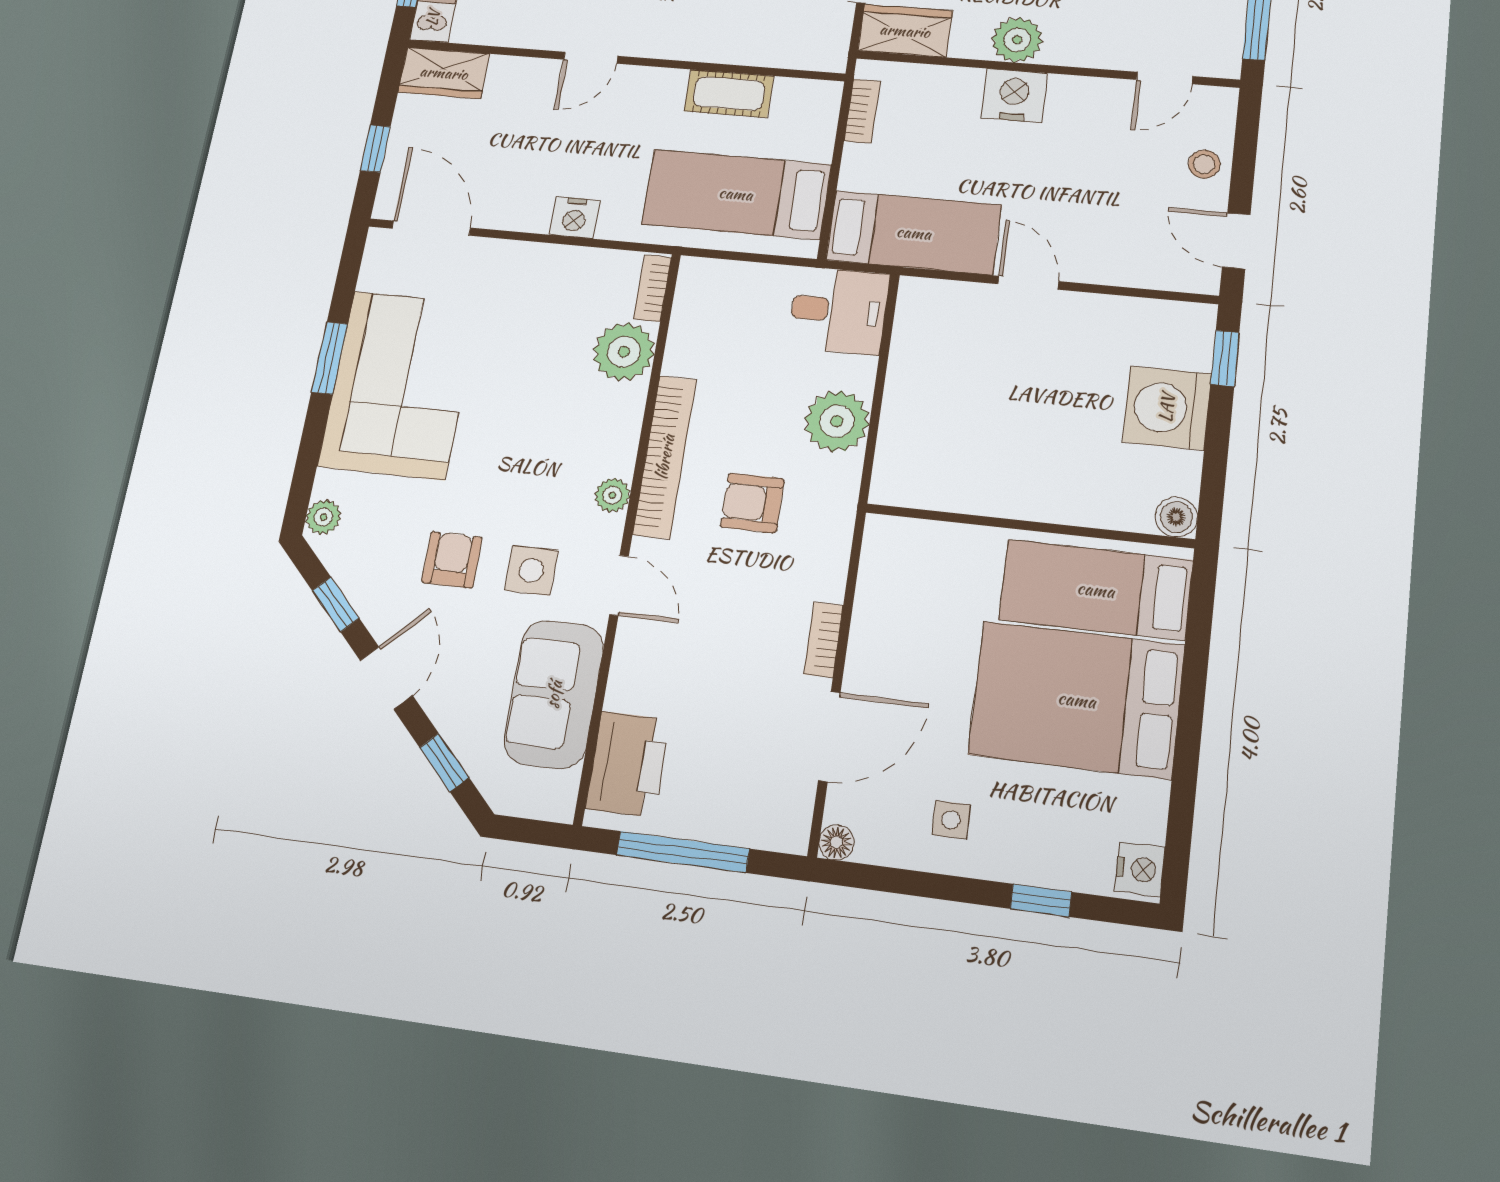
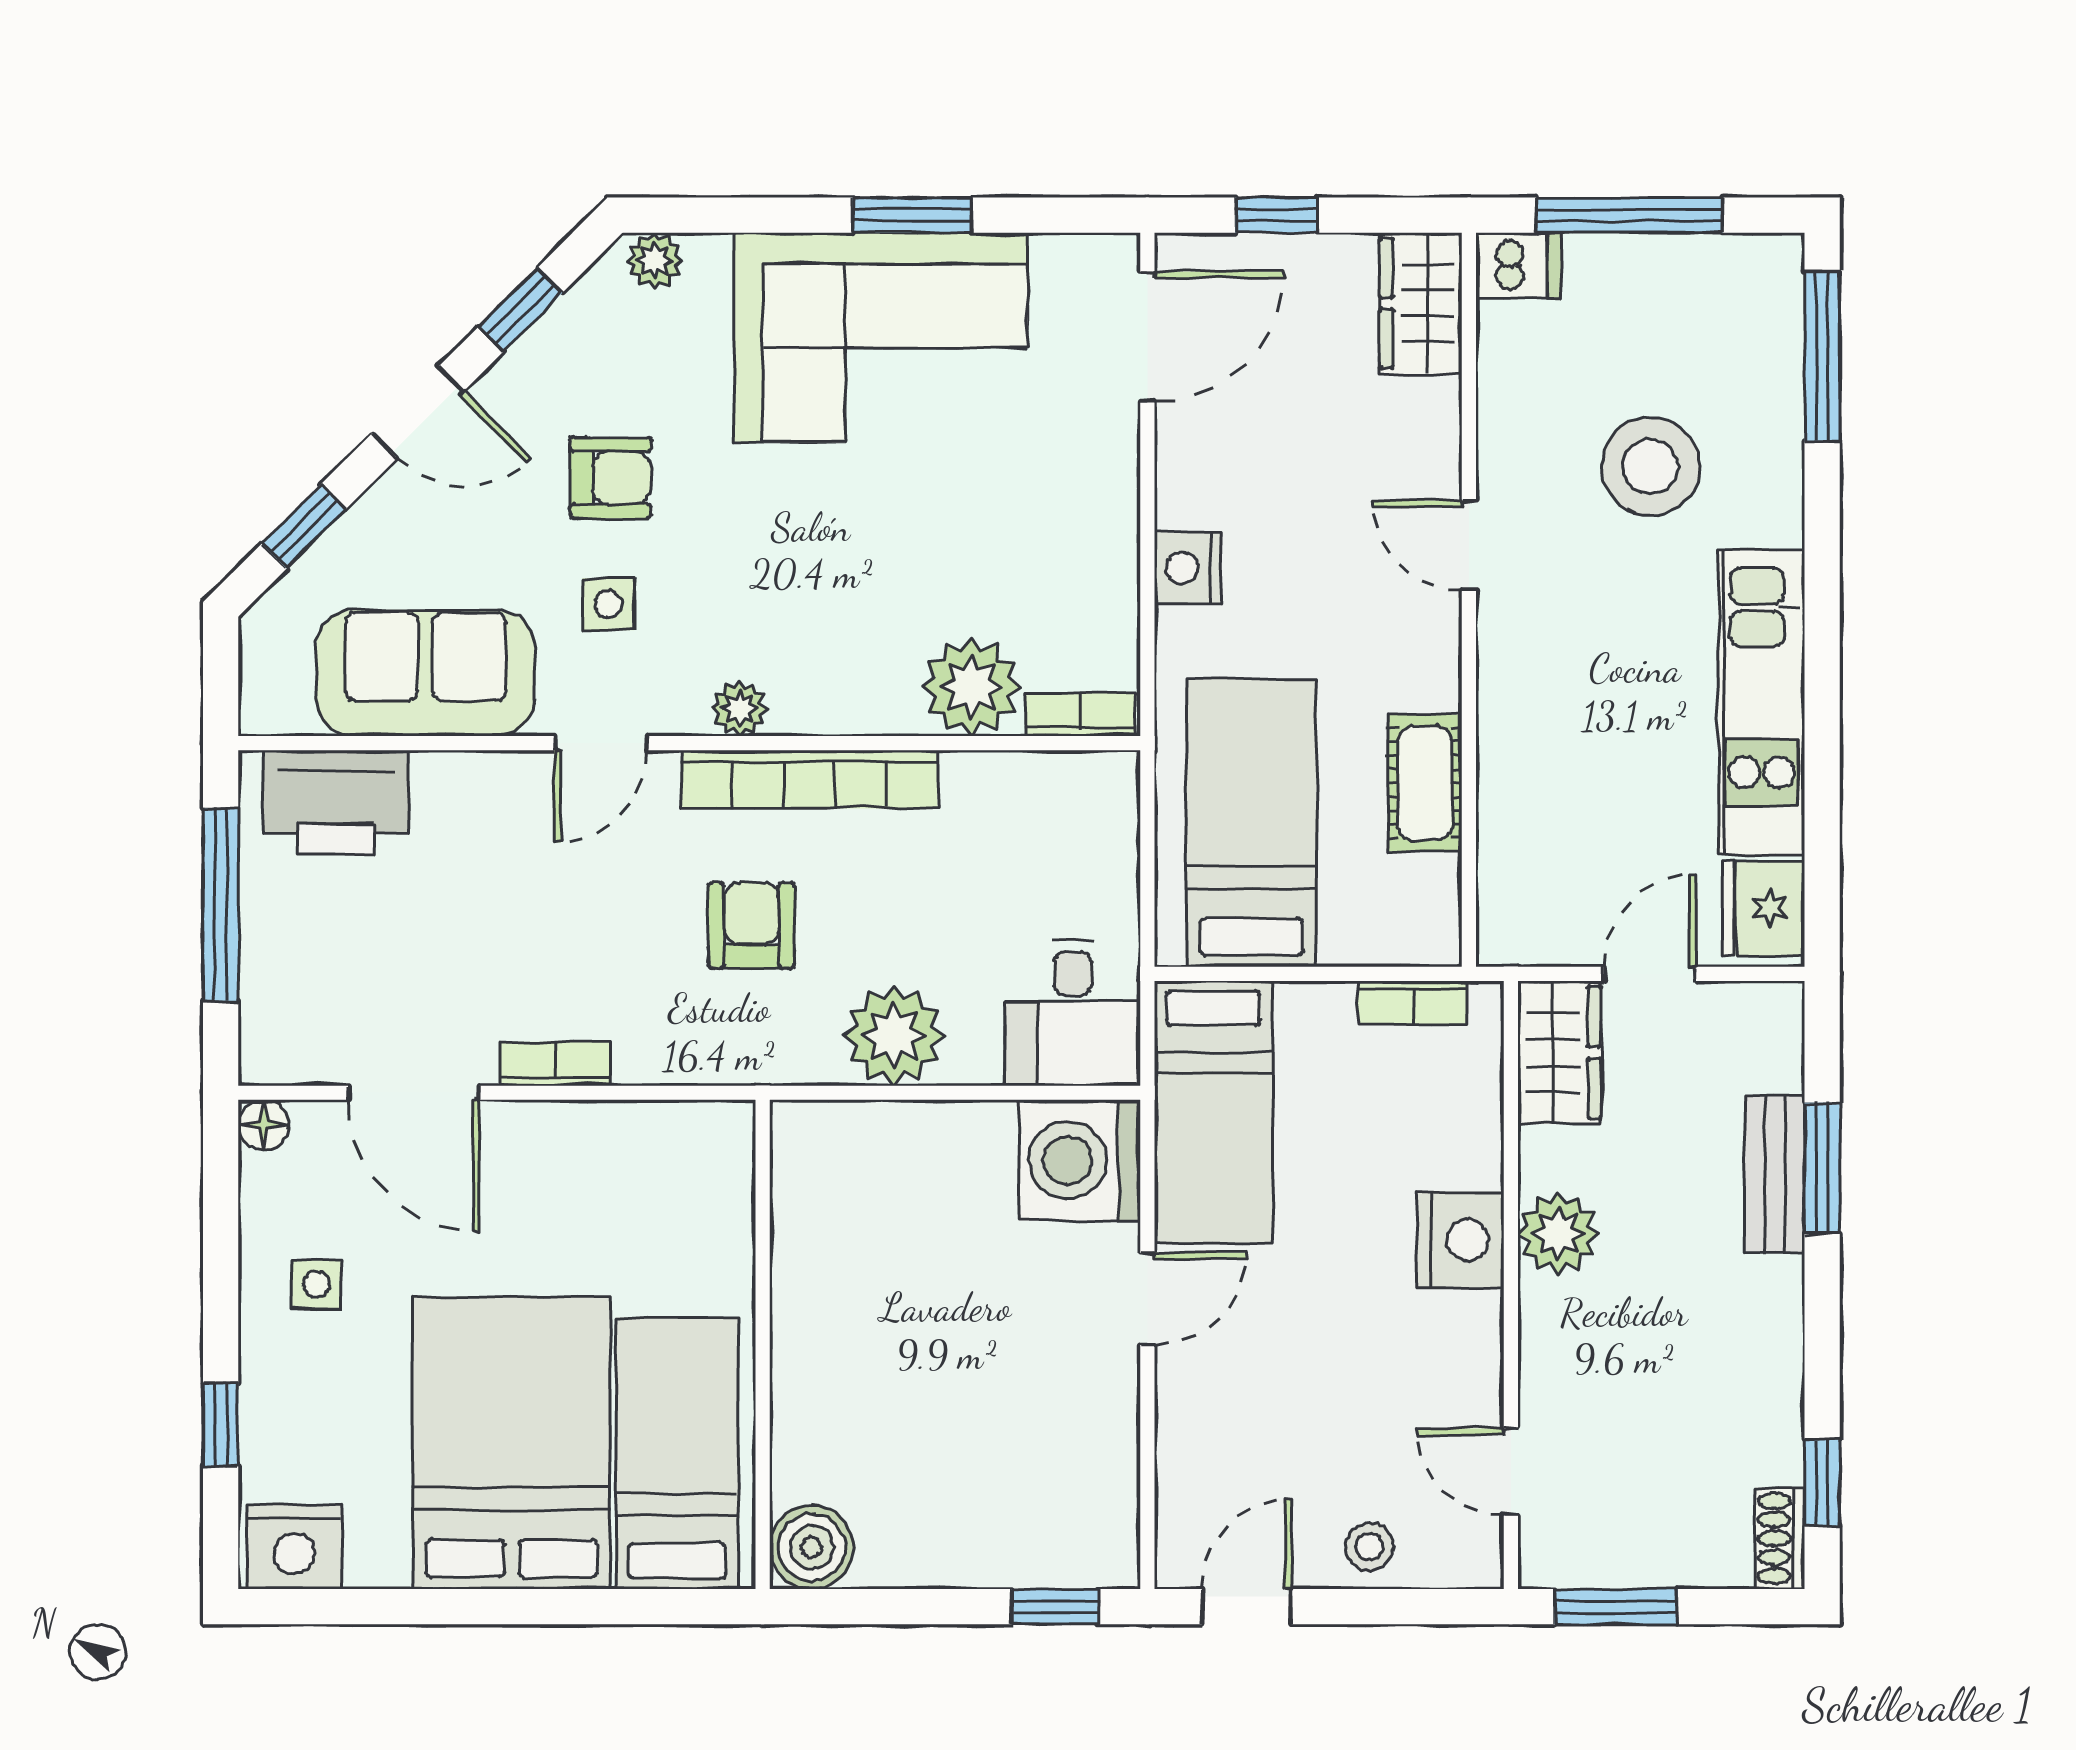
washing machine: (1167, 408) -> (1080, 1160), moved, turned -90
boiler: (1176, 517) -> (812, 1547), width x1.36, depth x1.36
side table: (531, 570) -> (608, 604), width x0.73, depth x0.73
nightstand: (1140, 869) -> (295, 1547), width x1.36, depth x1.33

